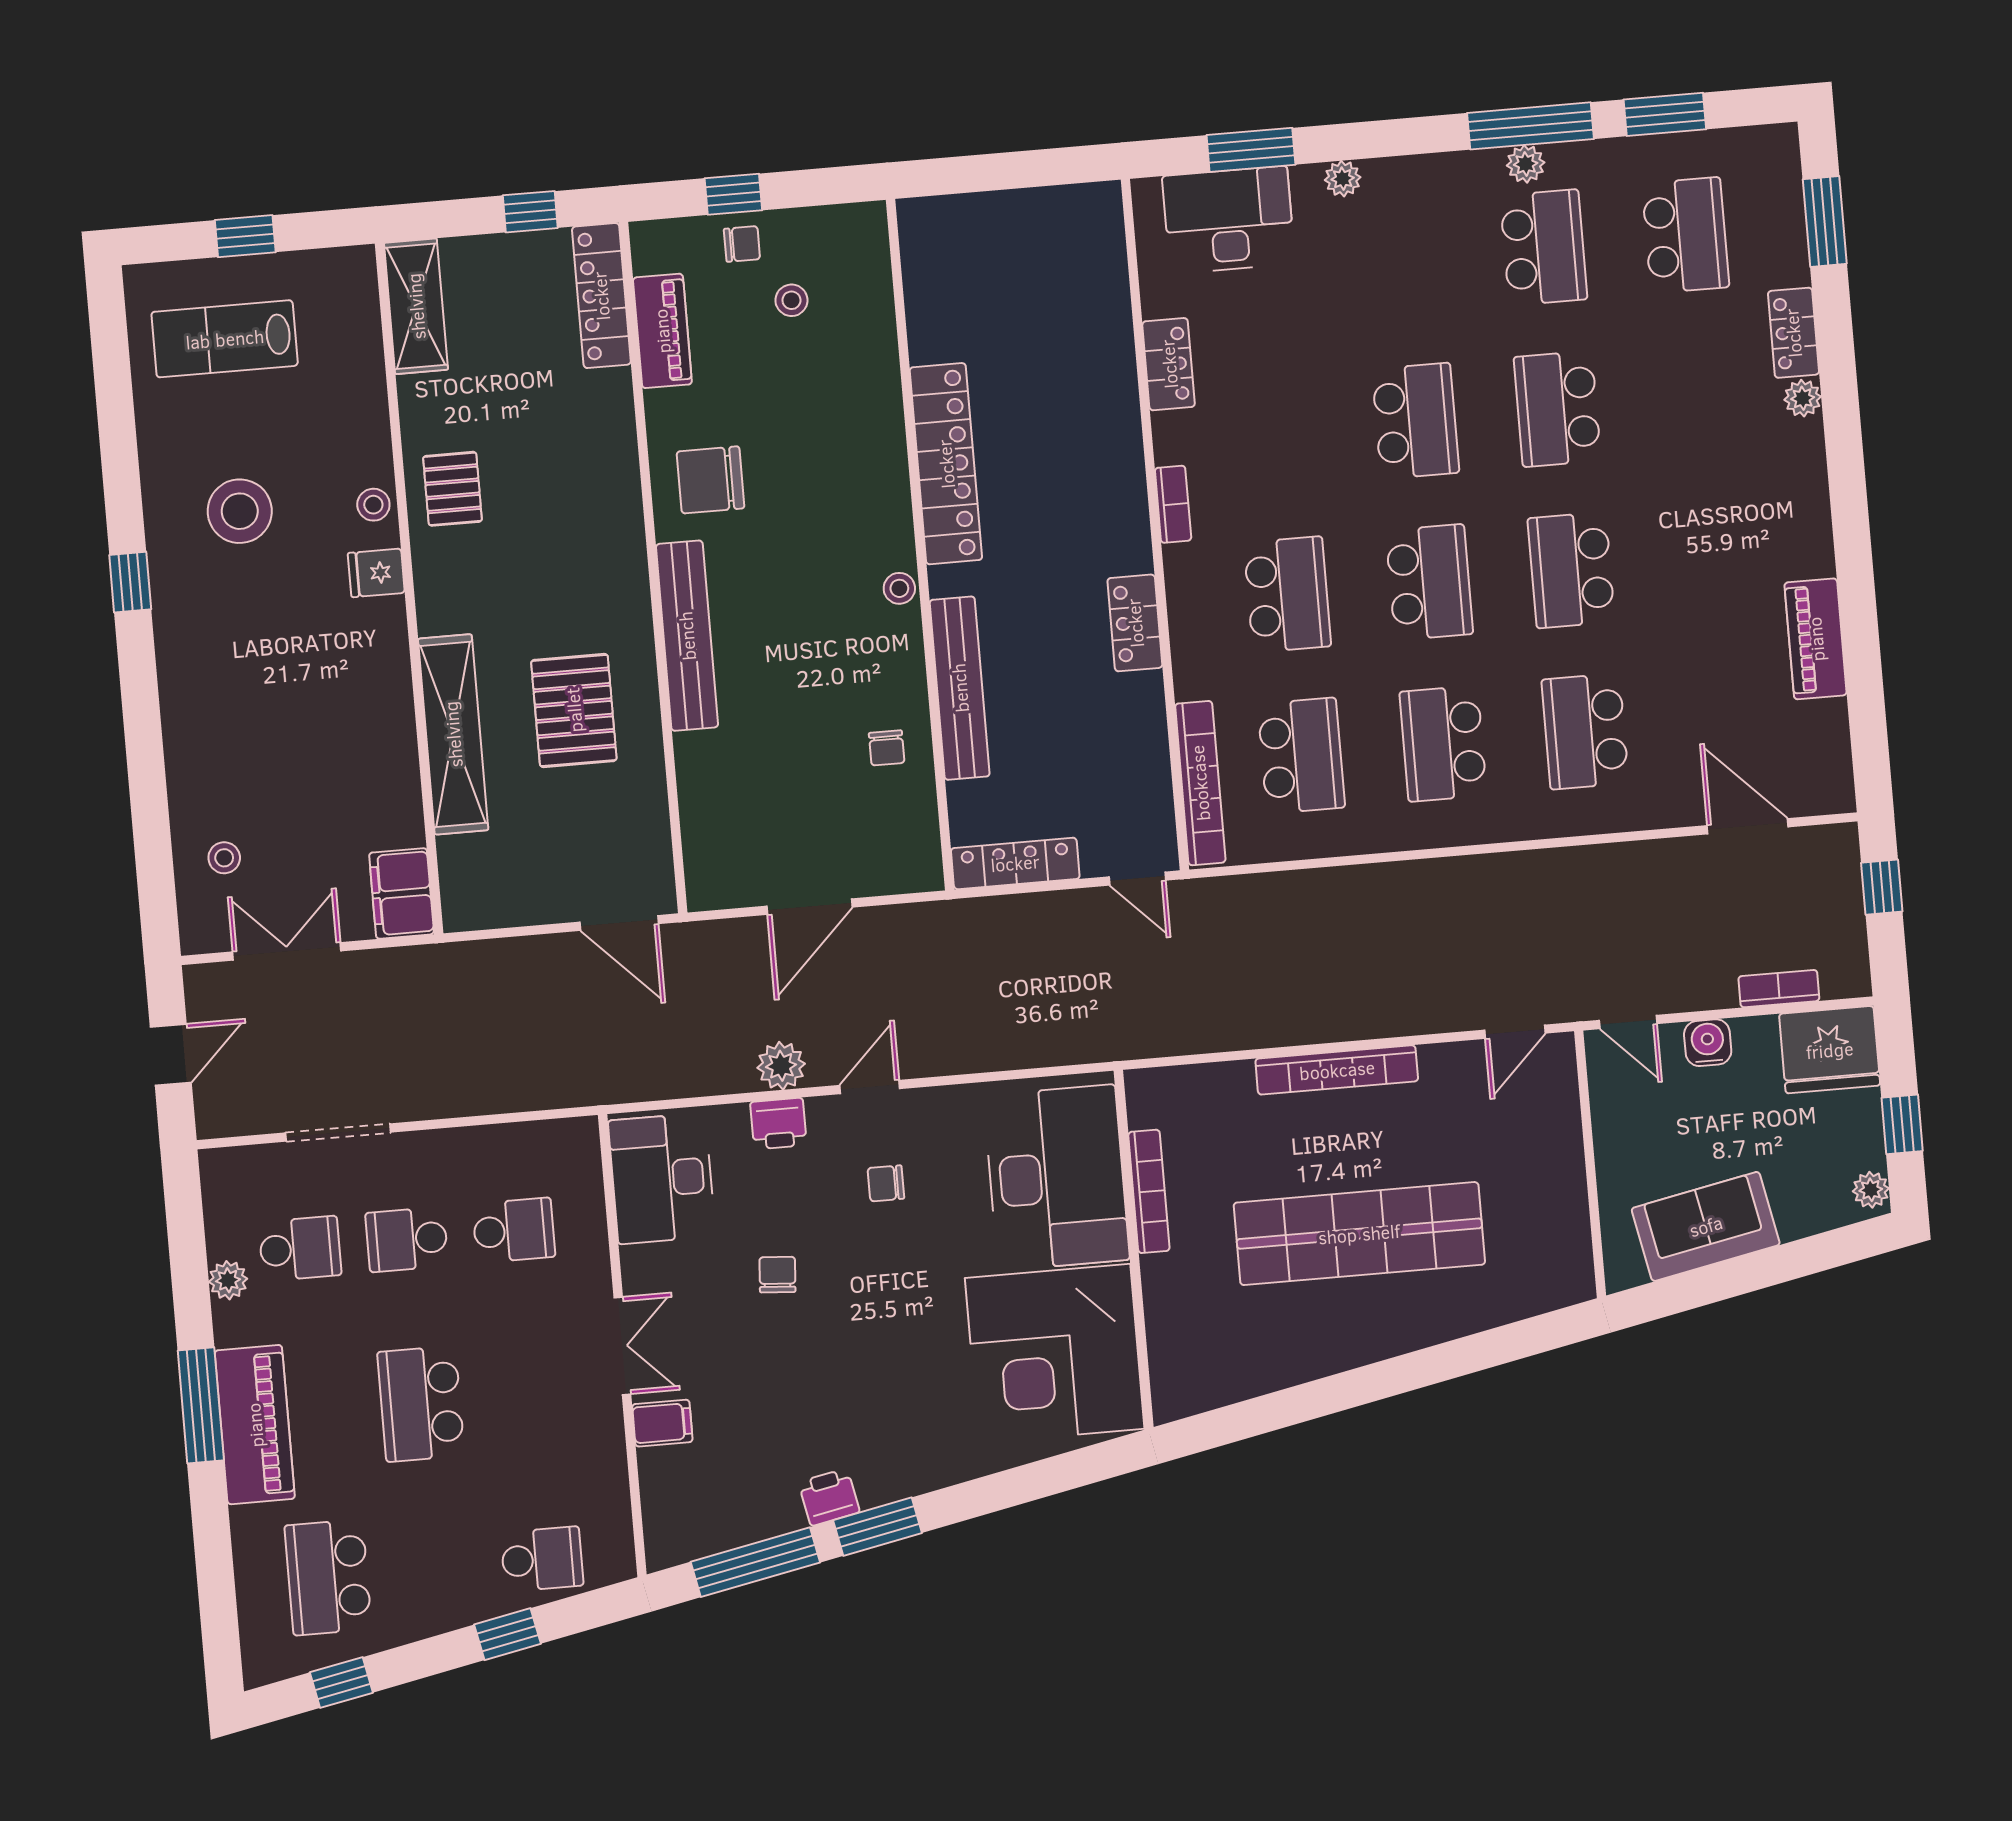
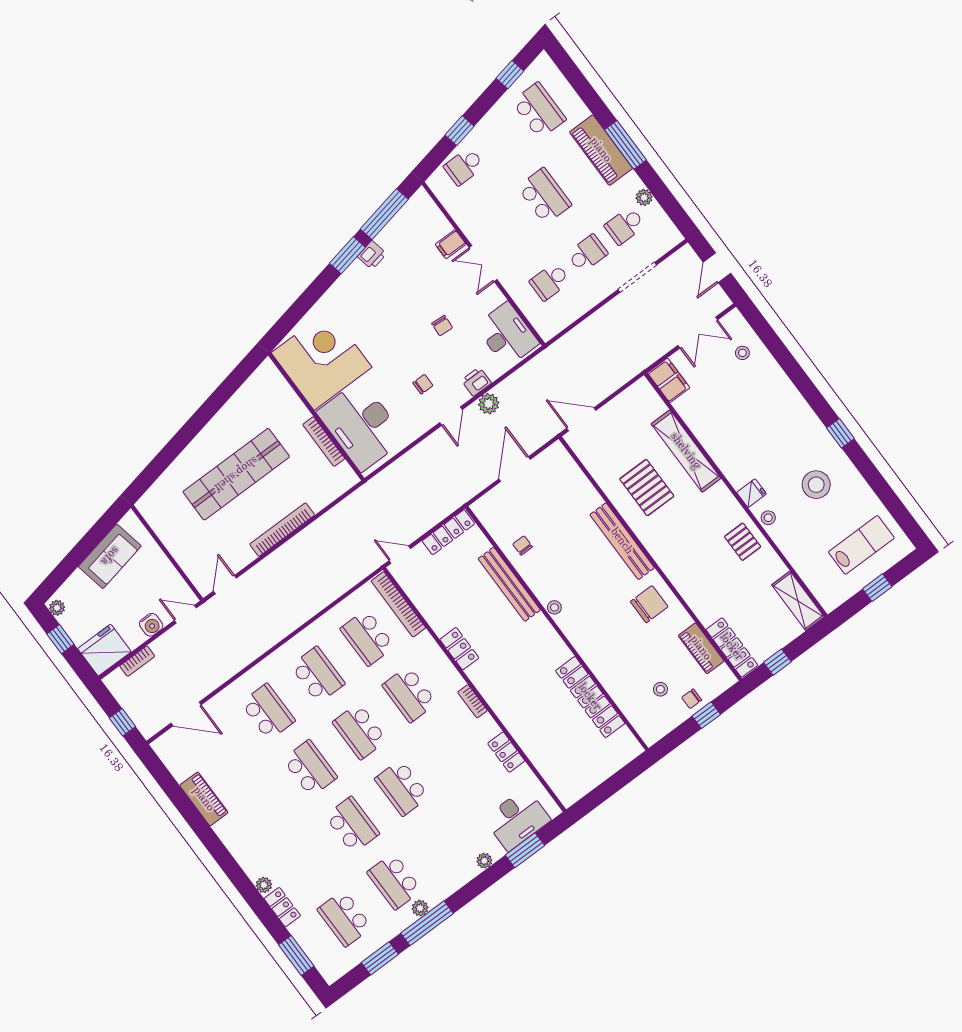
locker: (946, 464) -> (590, 697), moved

